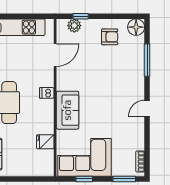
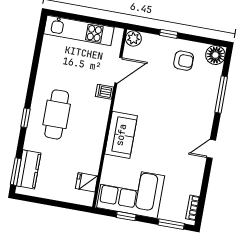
window: (81, 16) -> (169, 34), moved
plant: (74, 26) -> (133, 38), moved
dishwasher: (47, 93) -> (105, 92), moved
fridge: (45, 142) -> (87, 182), moved

